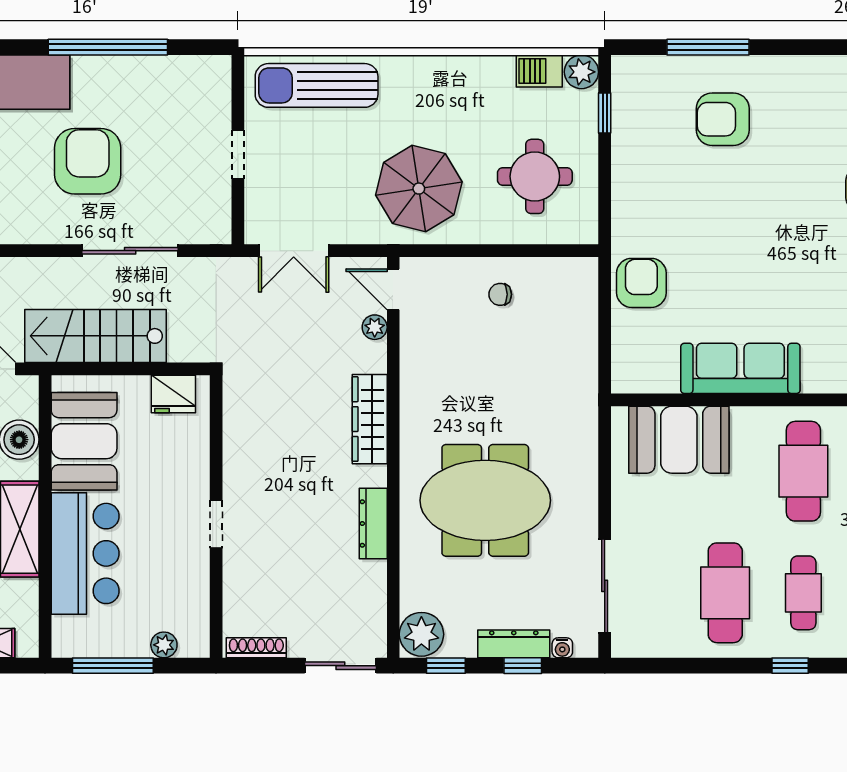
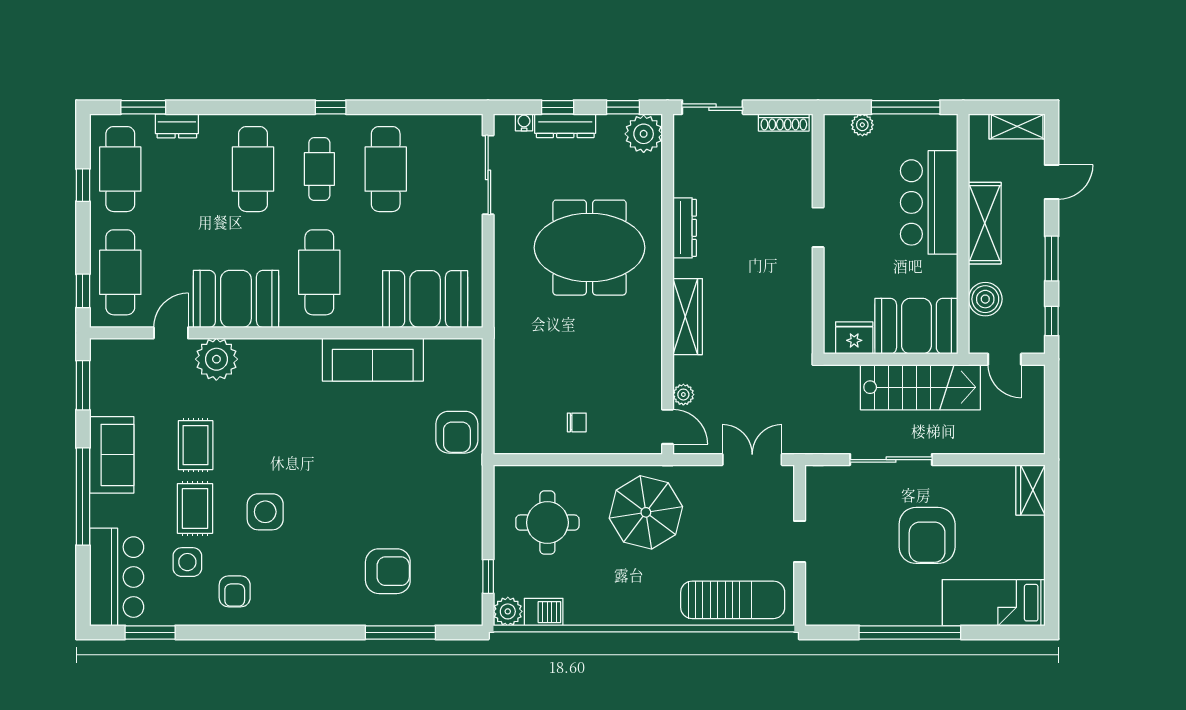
booth: (84, 441) -> (916, 326), moved, turned 90

